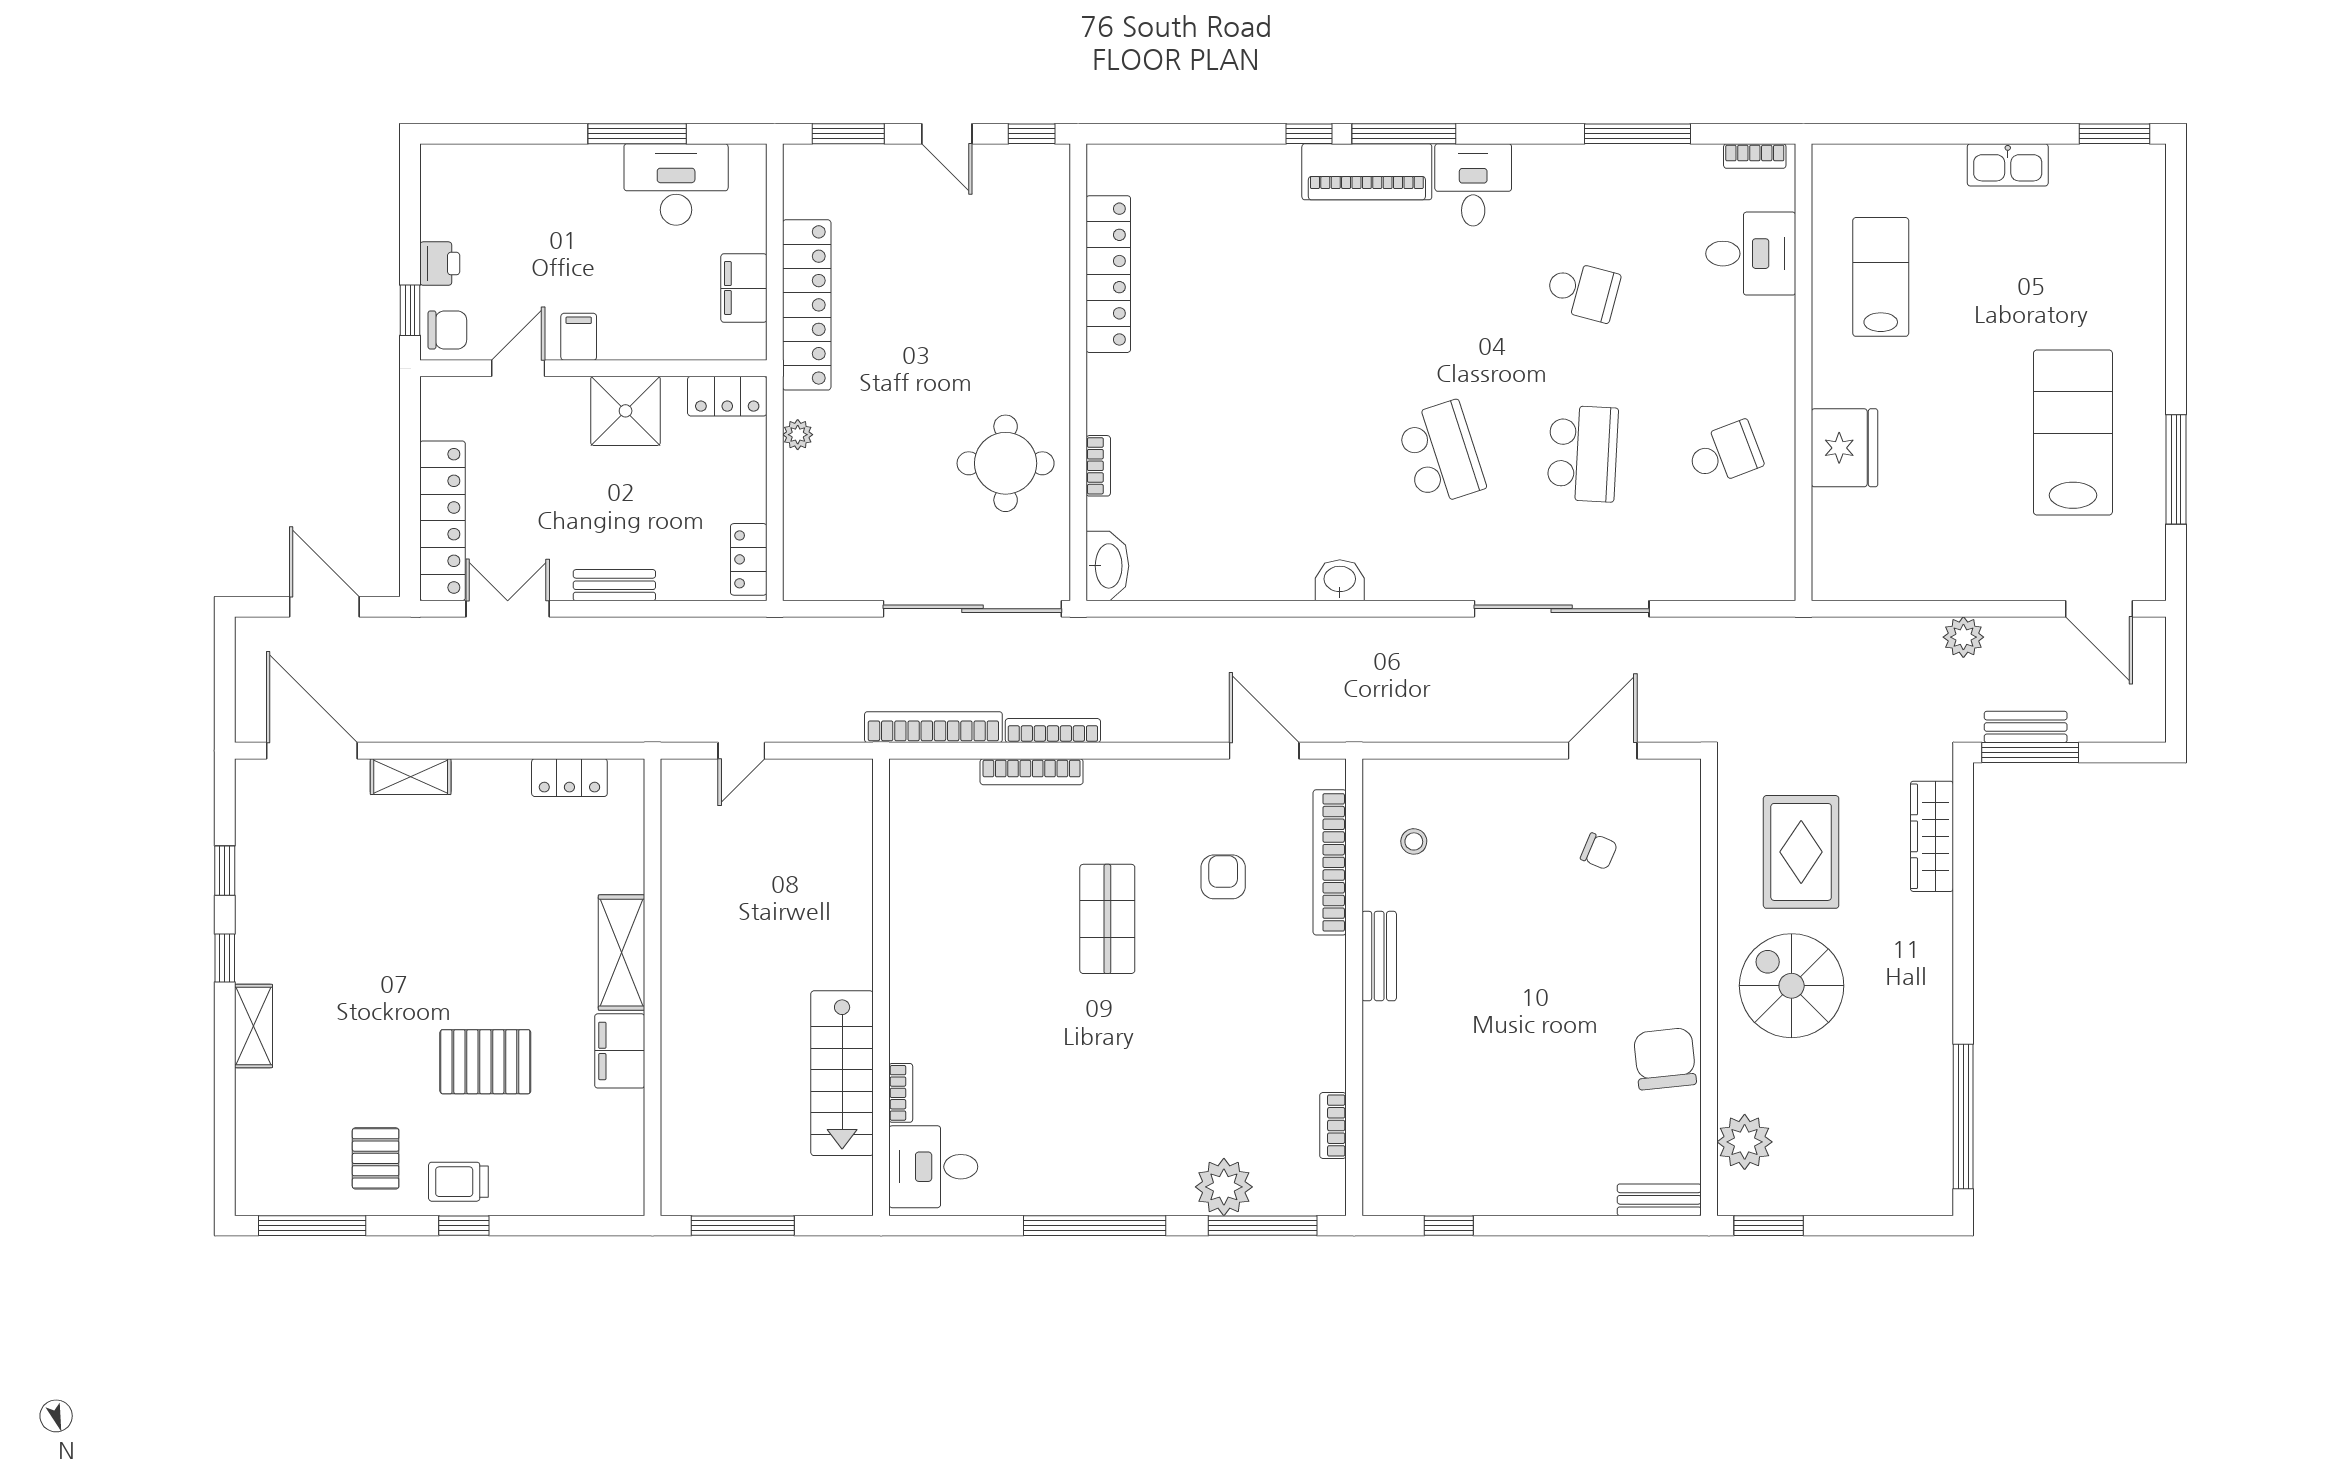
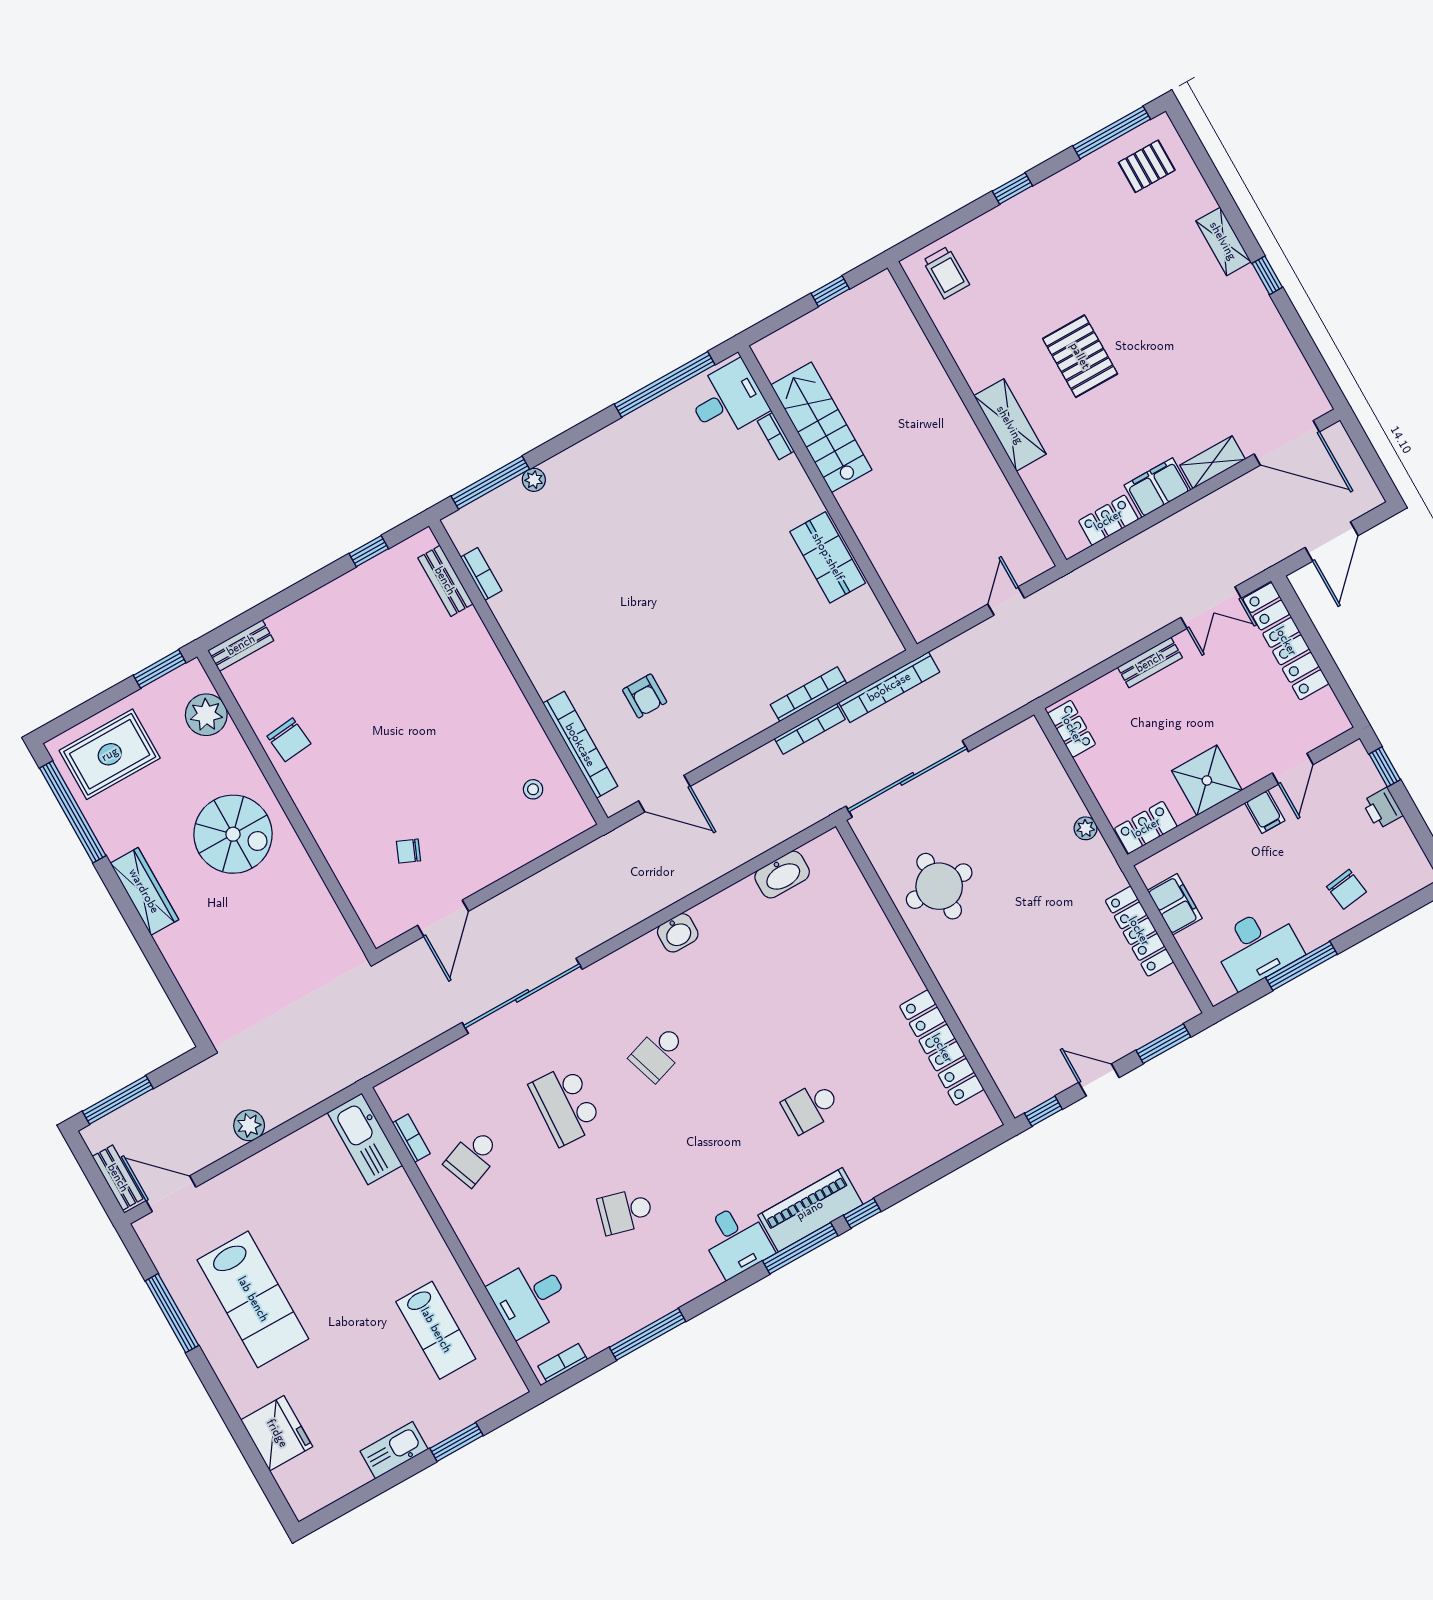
window: (2114, 134) -> (456, 1442), moved
school desk: (1299, 291) -> (811, 1107), added
locker: (807, 305) -> (1139, 931), width x0.71, depth x0.83
chair: (447, 330) -> (1346, 889), moved, turned -98
fridge: (1845, 448) -> (277, 1433), moved, turned 180
school desk: (1441, 454) -> (658, 1053), width x0.54
bookcase: (1098, 466) -> (411, 1138), moved, turned 180
kitchen sink: (1838, 545) -> (365, 1139), added
washbasin: (1107, 566) -> (782, 875), moved, turned -90
door: (324, 607) -> (1332, 542), hinge flipped
bench: (2026, 727) -> (118, 1178), moved, turned 90
window: (2030, 753) -> (118, 1100), moved
wardrobe: (1932, 836) -> (144, 891), moved
rug: (1801, 852) -> (110, 754), moved, turned 90
window: (225, 871) -> (1299, 332), removed
shop shelf: (1107, 919) -> (828, 557), moved
bench: (1379, 956) -> (445, 581), moved
filing cabinet: (620, 1051) -> (1157, 488), moved, turned -90
chair: (1665, 1059) -> (289, 740), width x0.73, depth x0.73
pallet: (485, 1062) -> (1080, 356), moved, turned 90
pallet: (376, 1158) -> (1147, 166), moved, turned 90
trolley: (458, 1182) -> (946, 272), moved, turned 90
plant: (1224, 1187) -> (534, 480), width x0.53, depth x0.53
window: (743, 1226) -> (830, 291), width x0.46
window: (1095, 1226) -> (665, 384), moved

